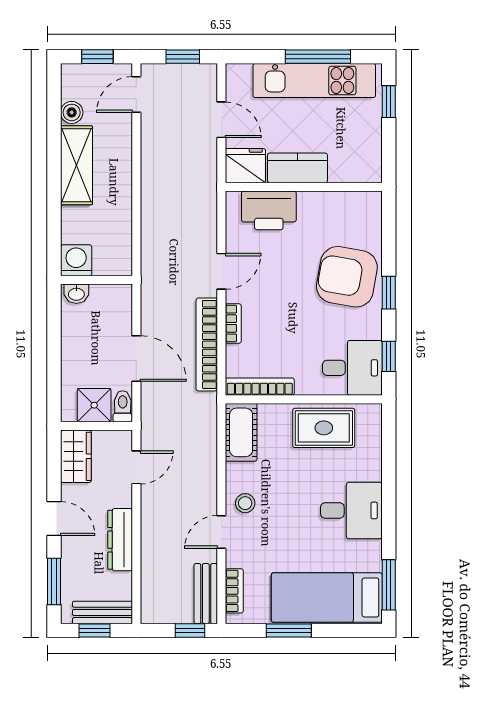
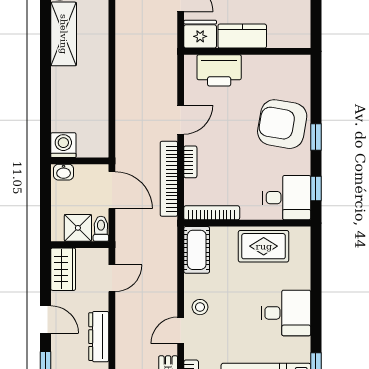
washing machine: (76, 260) -> (63, 145), moved
wall: (96, 280) -> (80, 161), moved
washbasin: (76, 294) -> (64, 172), moved

